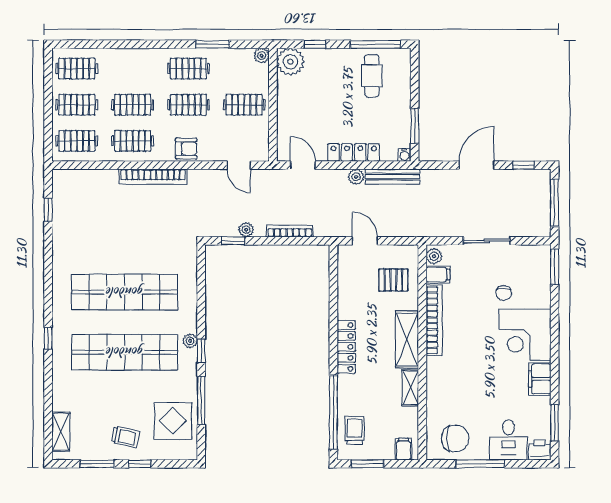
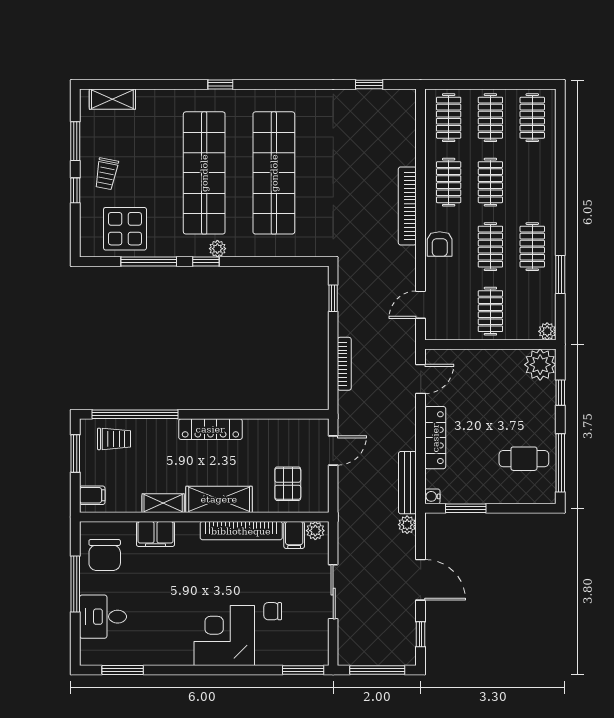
plant: (356, 177) -> (407, 525), moved
plant: (246, 230) -> (346, 313), removed
filing cabinet: (540, 379) -> (156, 534), moved, turned 180
printer: (540, 450) -> (91, 653), removed

